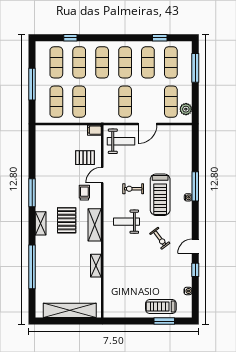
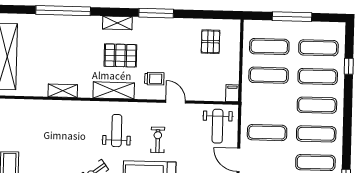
pallet: (85, 158) -> (211, 42), moved

